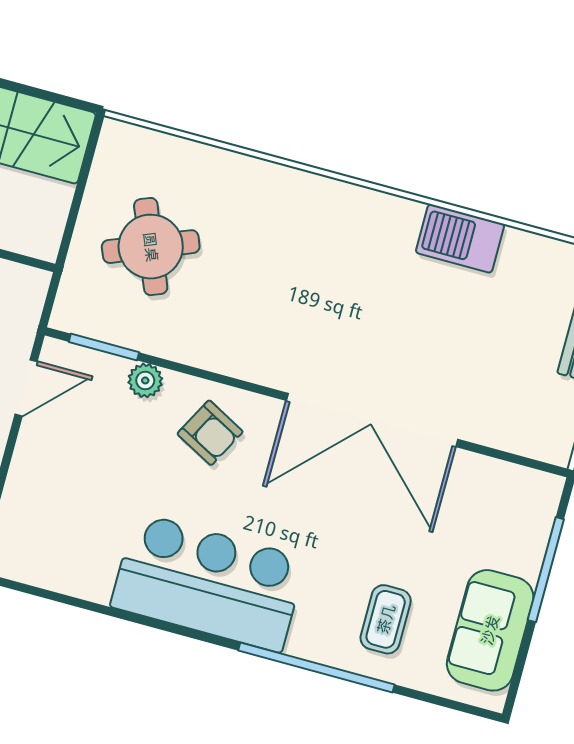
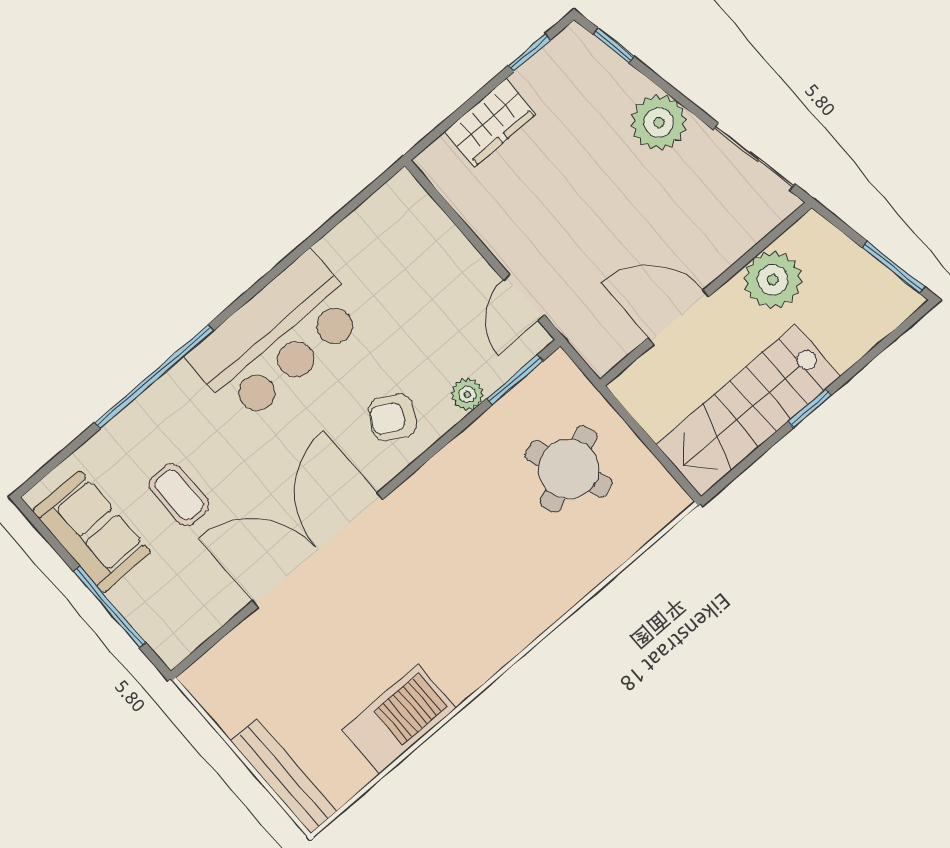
barbecue: (460, 238) -> (399, 719), width x1.37, depth x1.21
coffee table: (386, 619) -> (179, 495), moved

